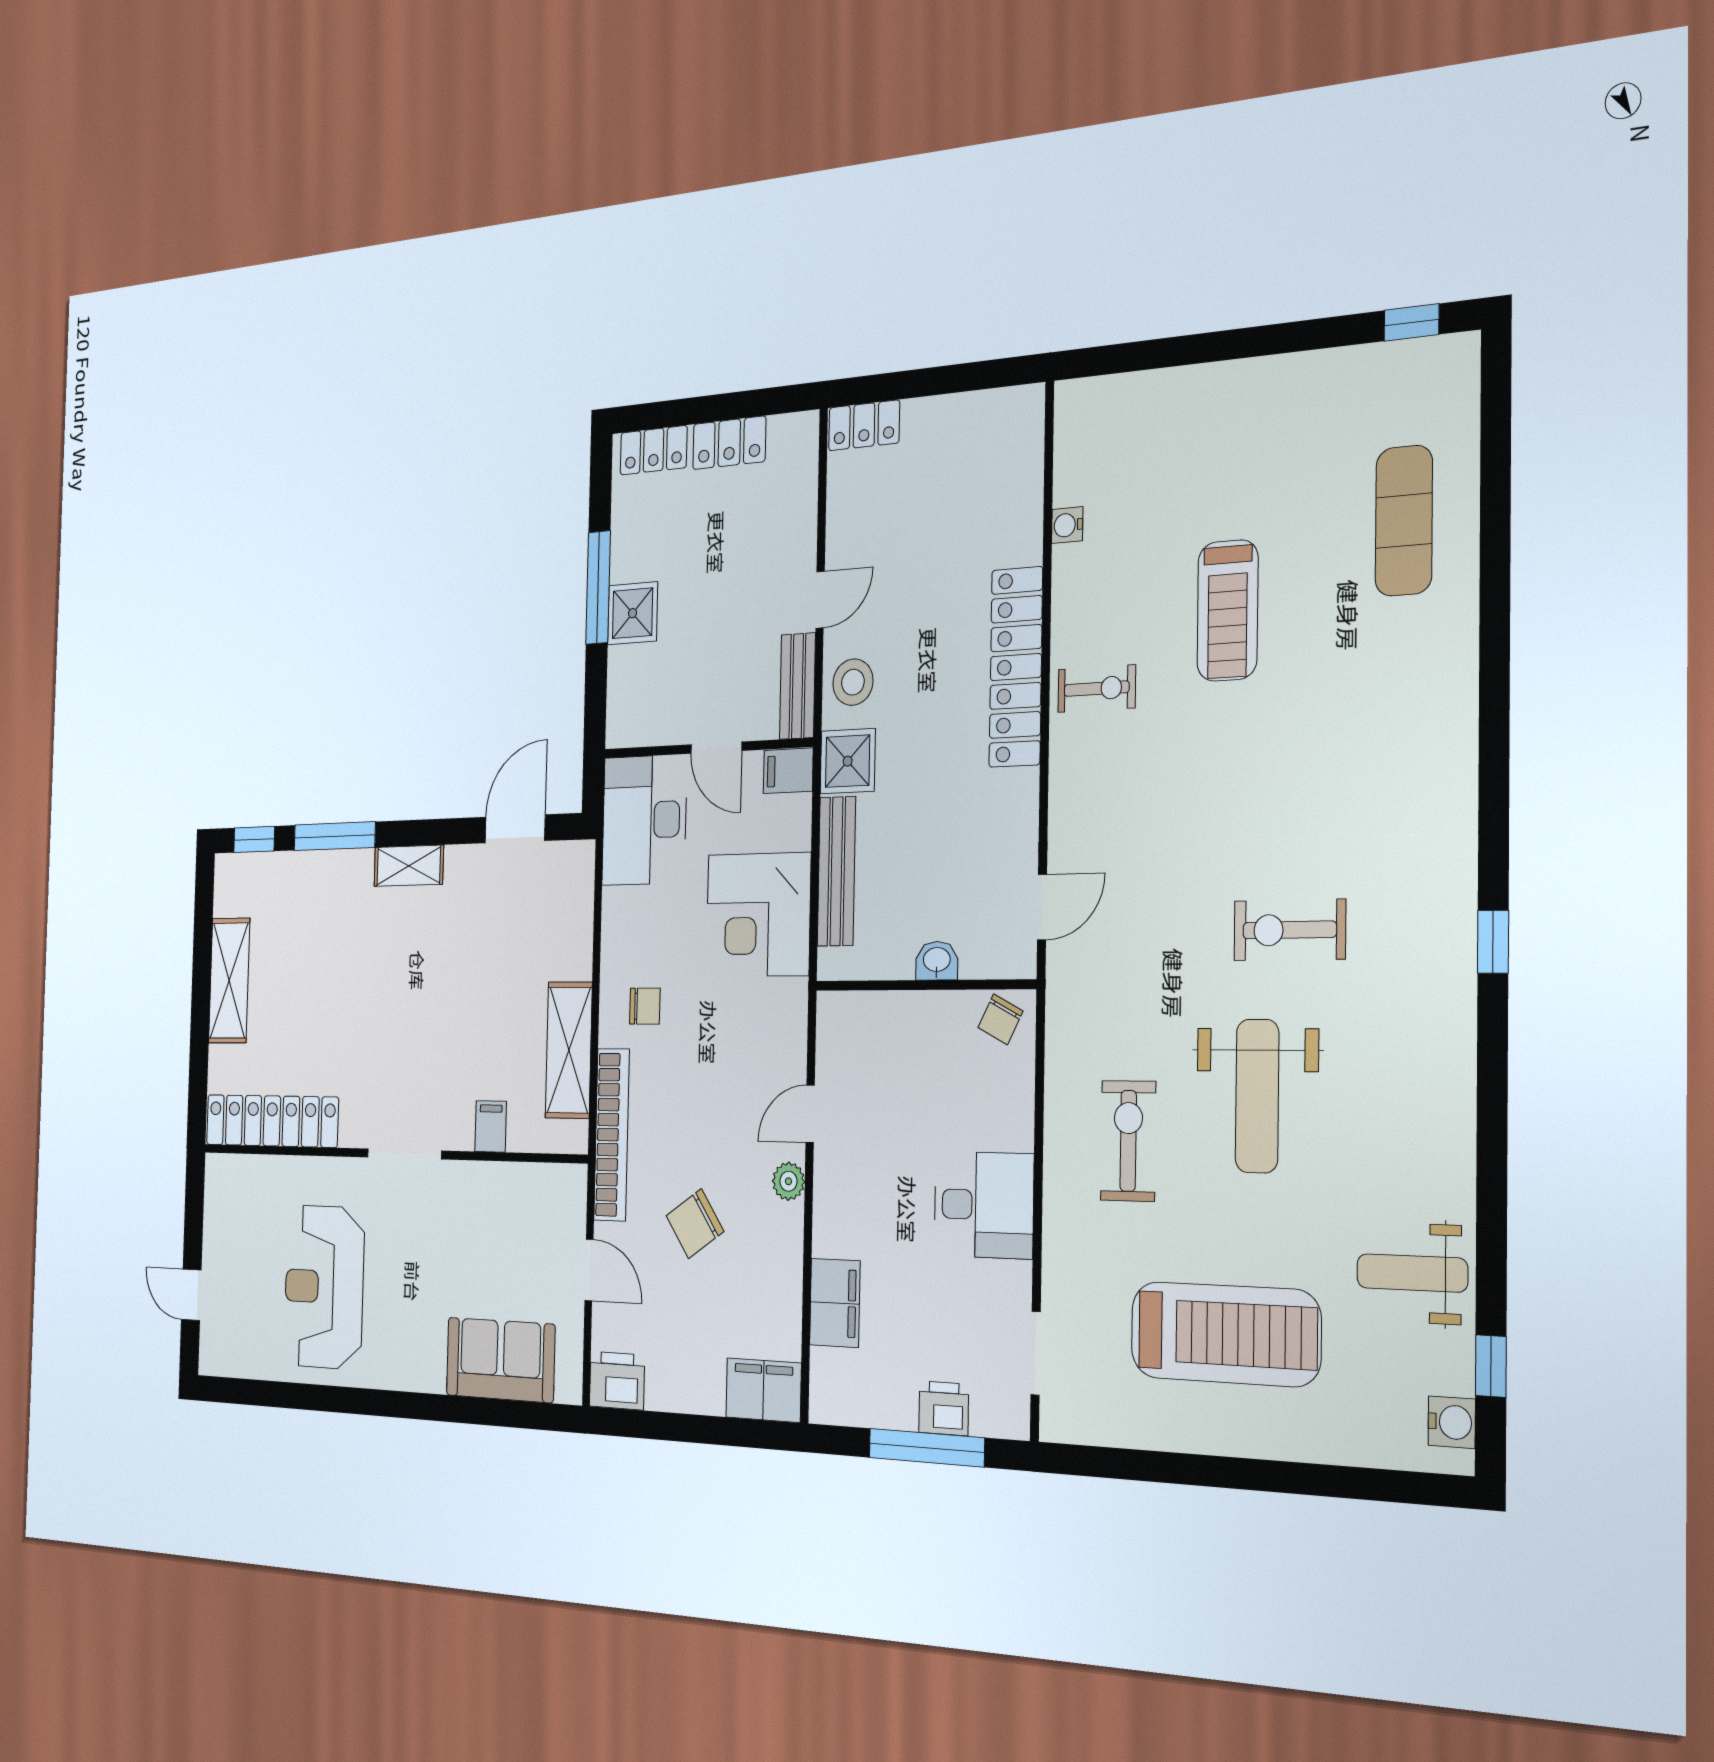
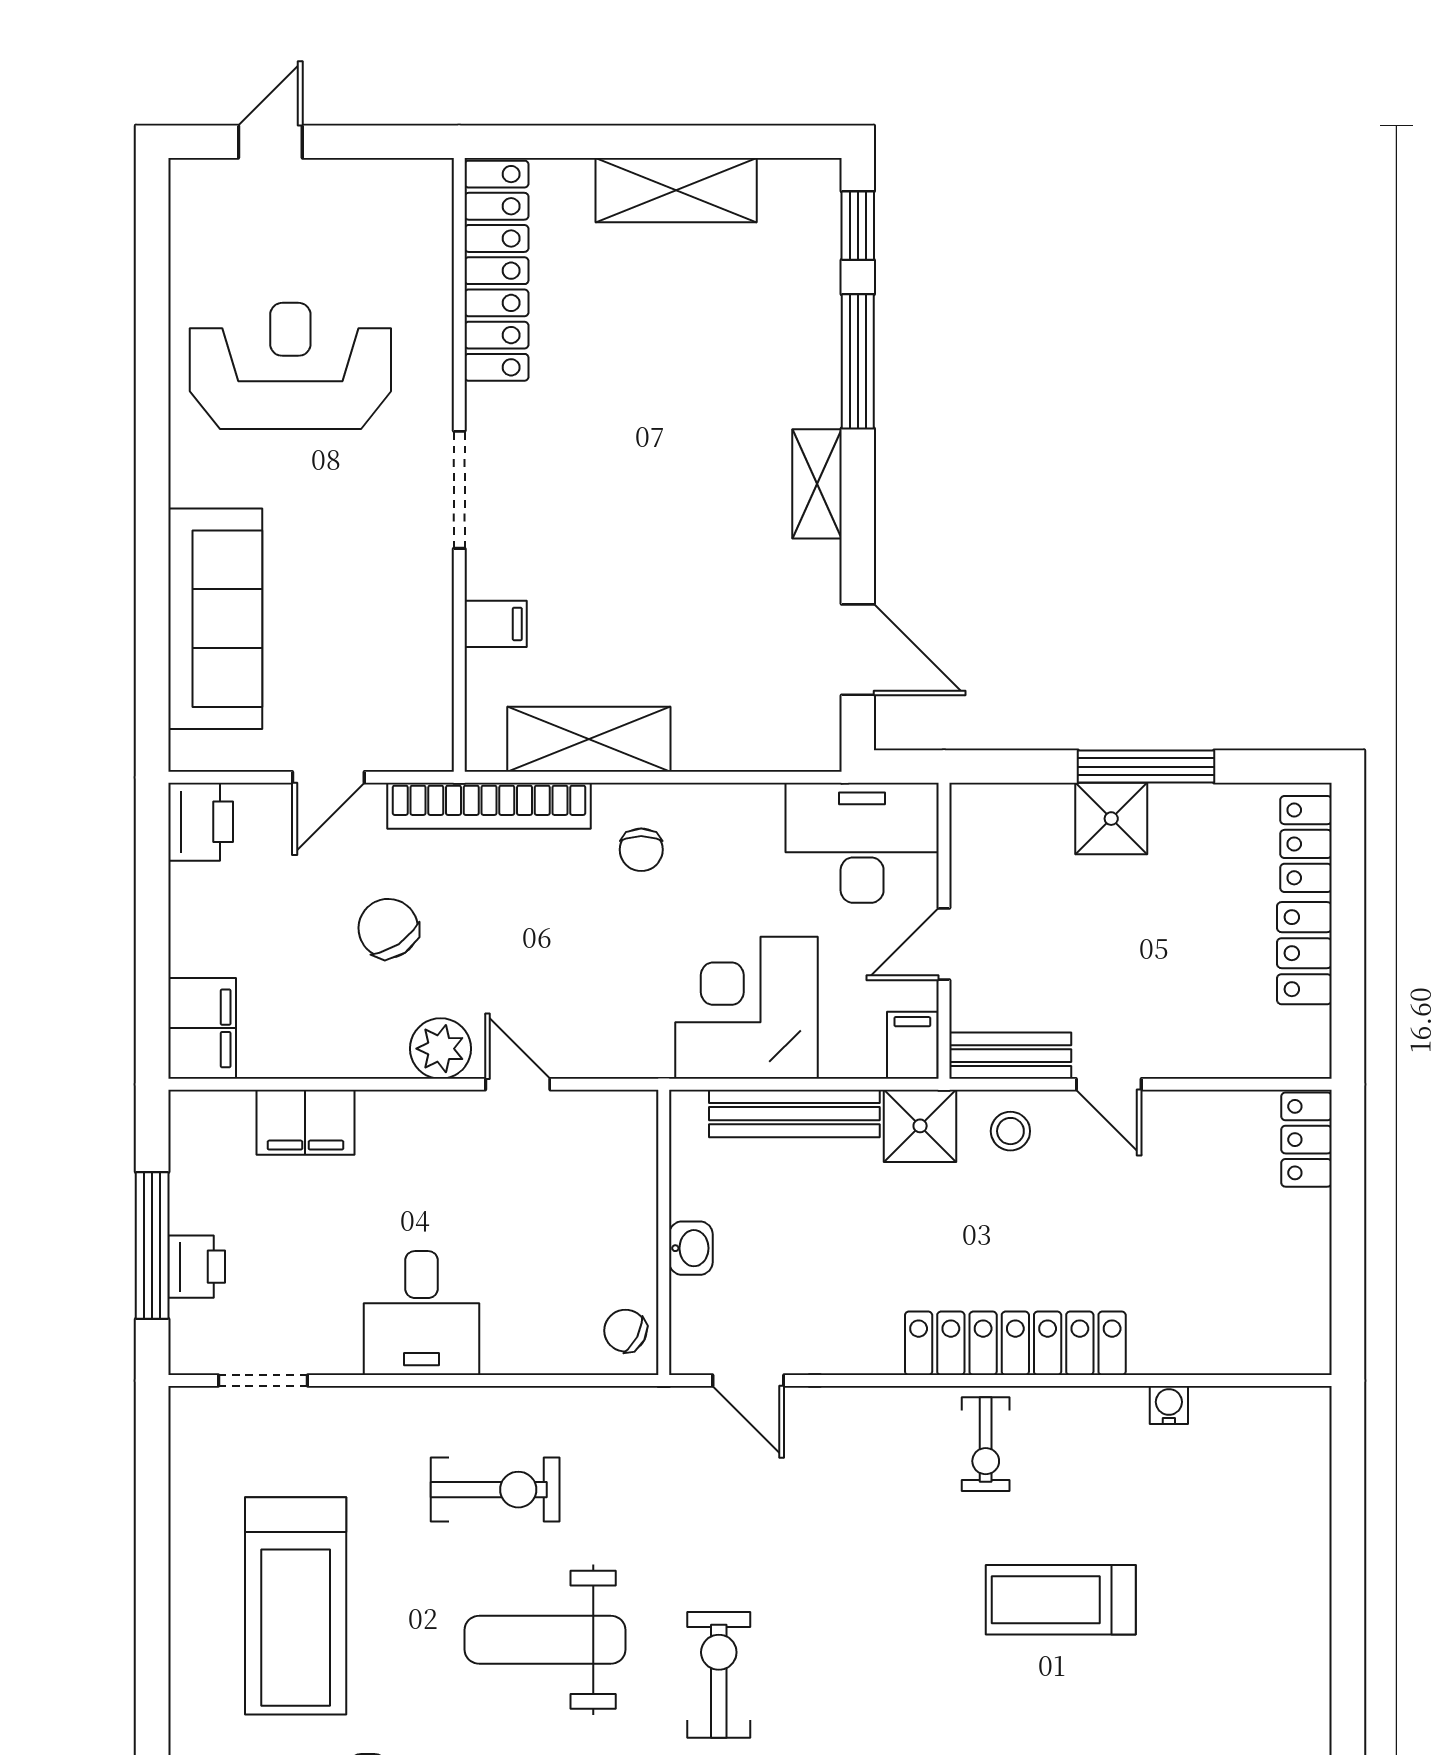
stool: (853, 682) -> (1010, 1131), width x0.73, depth x0.73
plant: (789, 1181) -> (441, 1049), width x1.38, depth x1.38
sofa: (500, 1360) -> (215, 619), width x1.36

